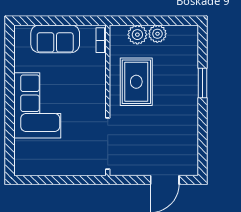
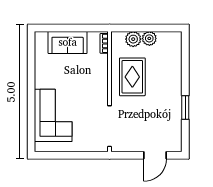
window: (203, 83) -> (185, 107), moved
corner sofa: (37, 105) -> (53, 115), moved

